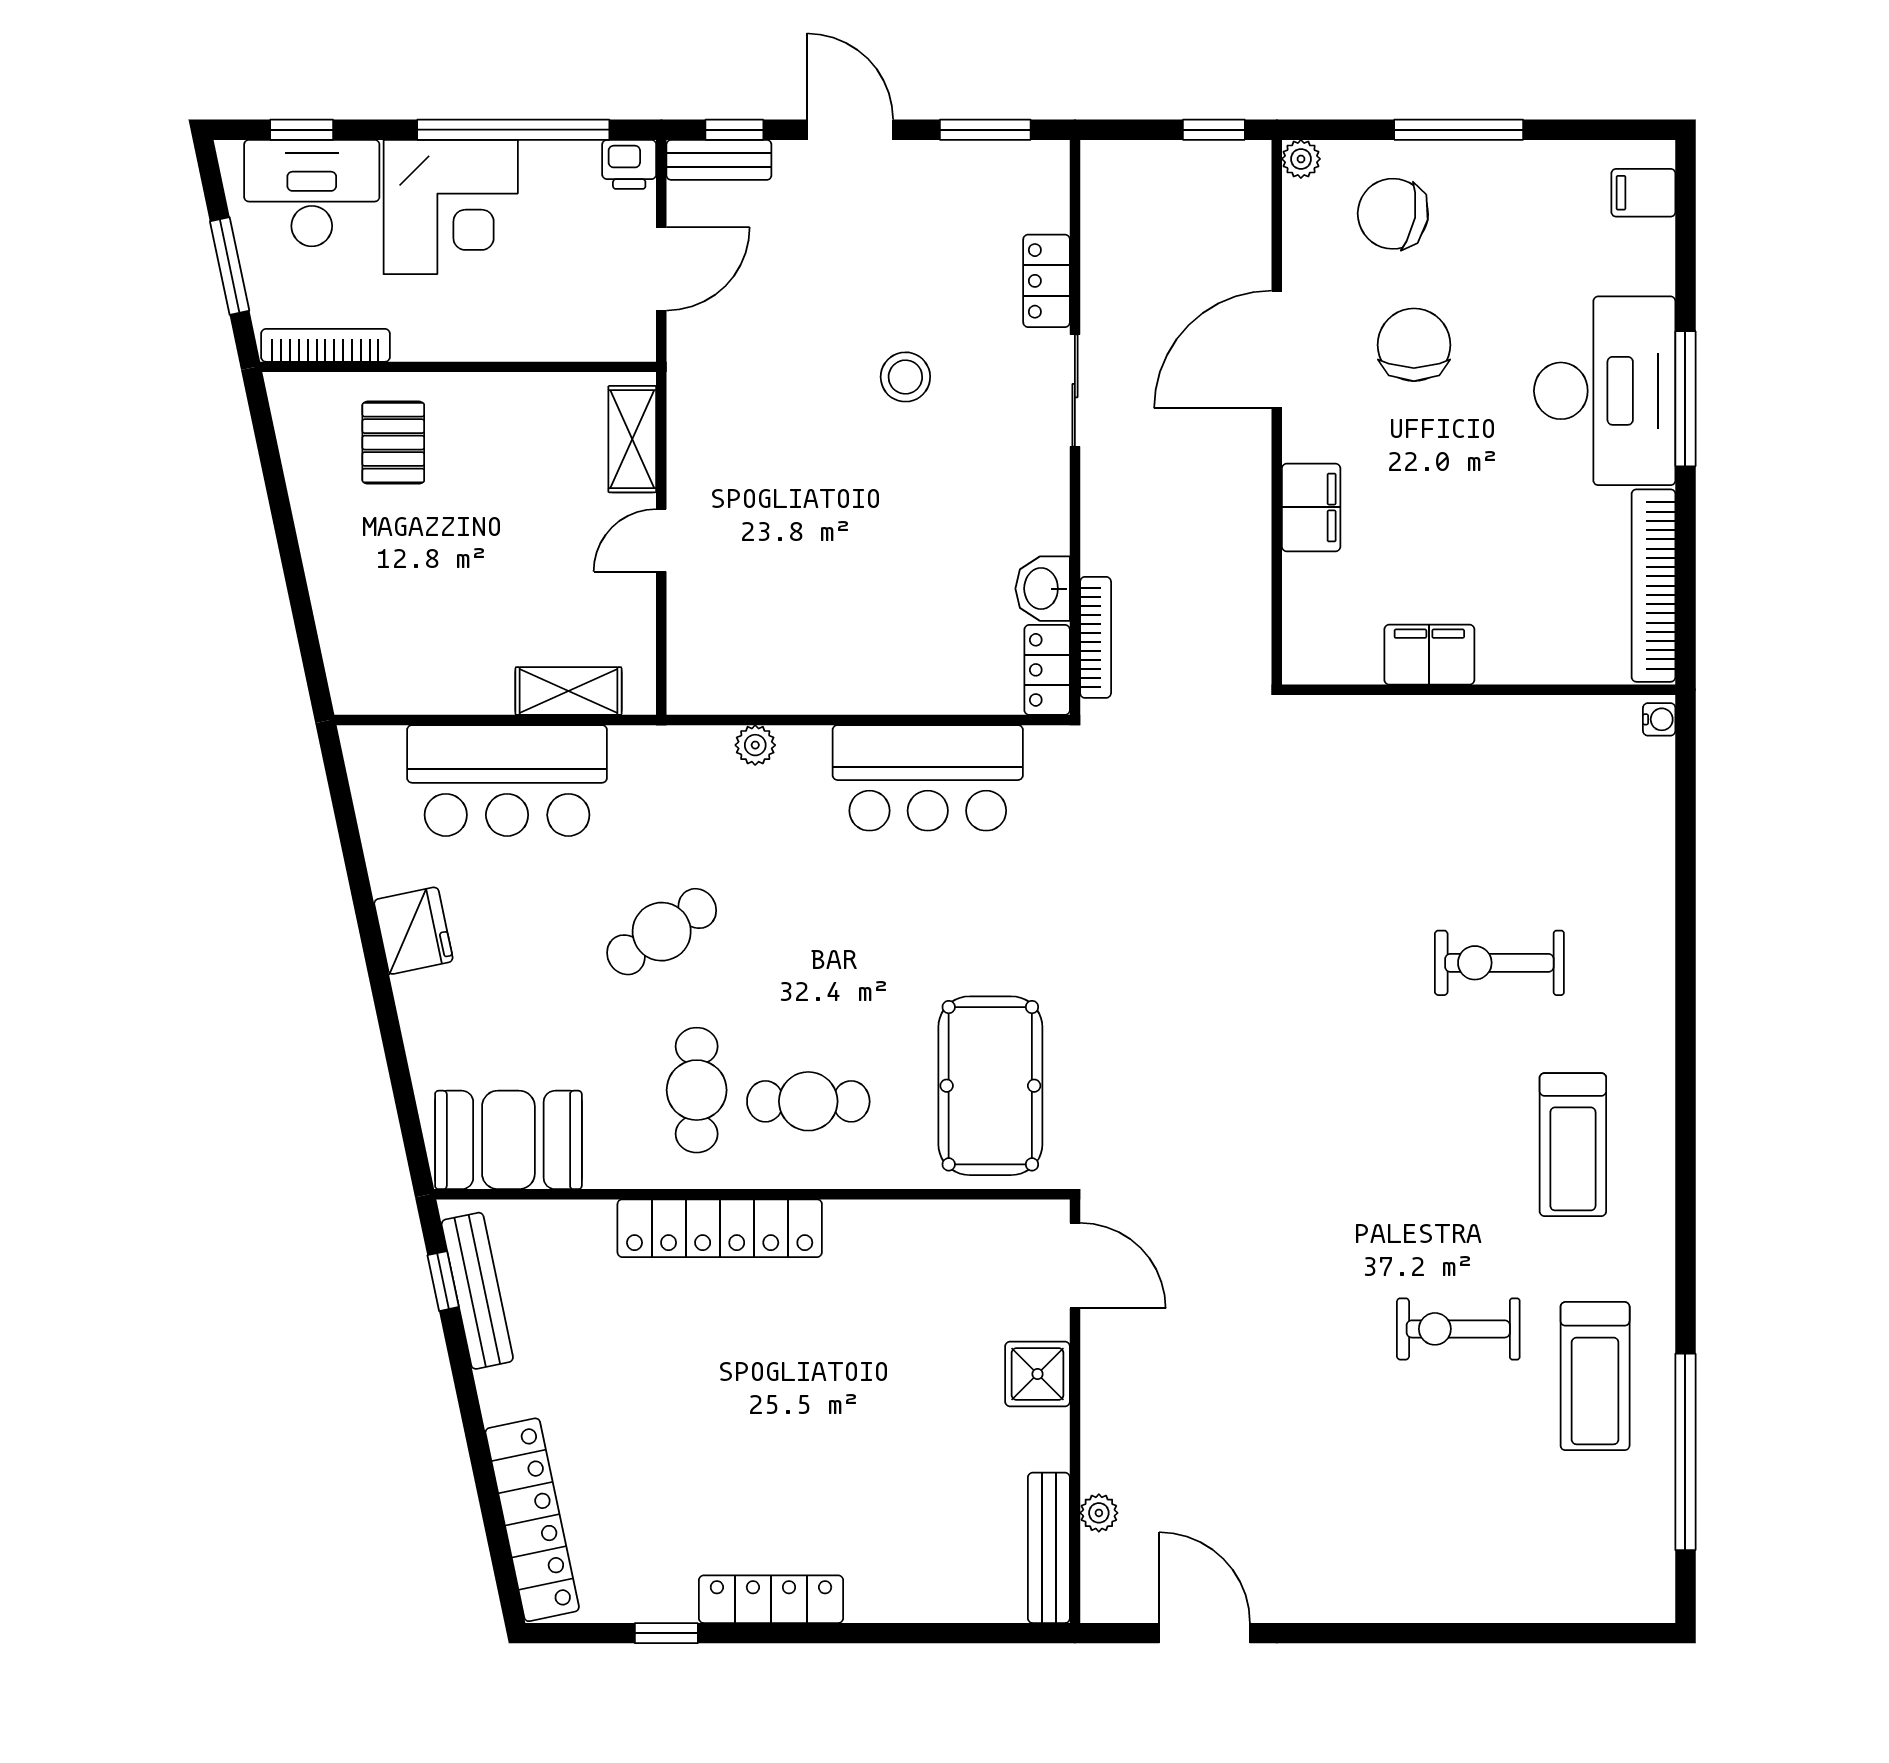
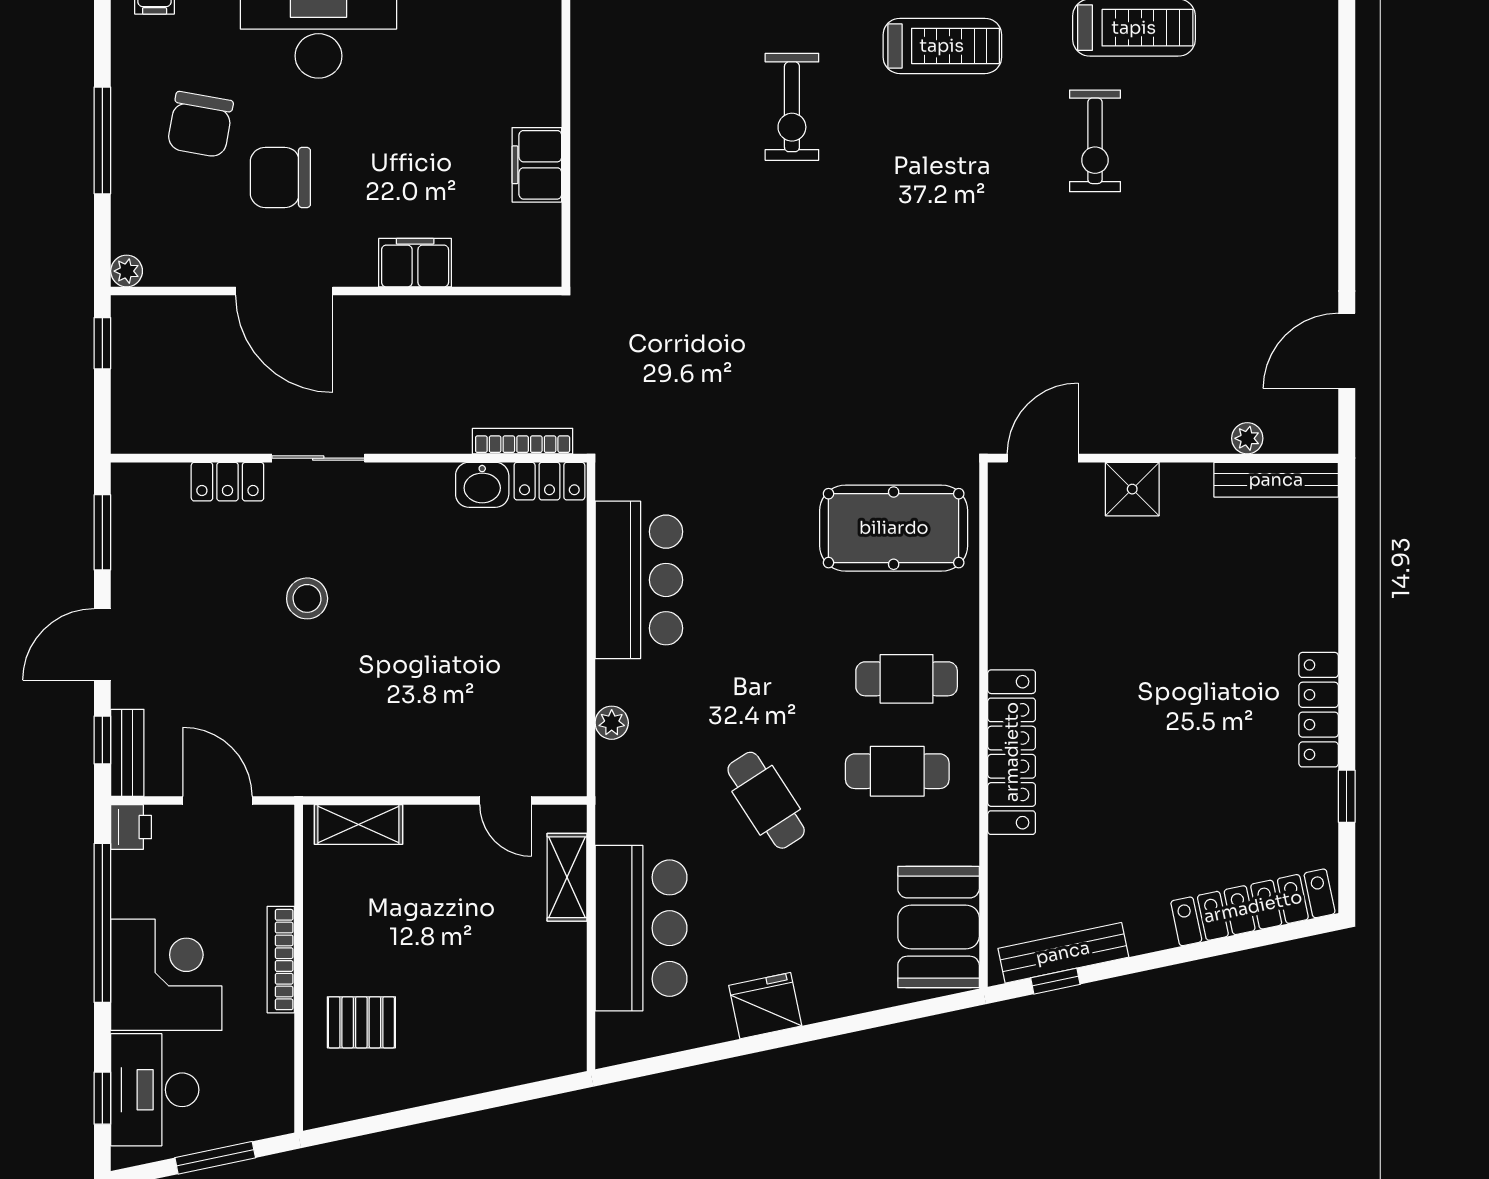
chair: (1393, 214) -> (200, 125), moved
bookcase: (325, 345) -> (281, 960), moved
door: (661, 540) -> (506, 800), moved
cafe table: (808, 1101) -> (907, 679), turned 90

